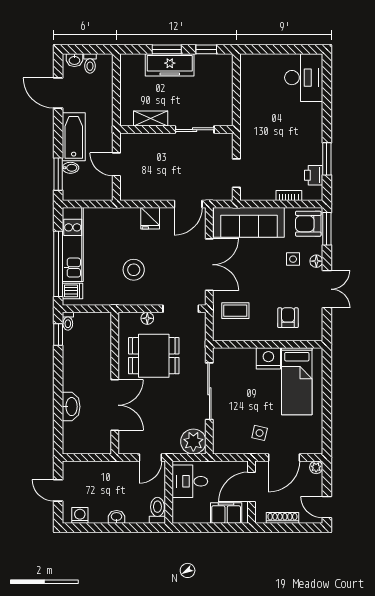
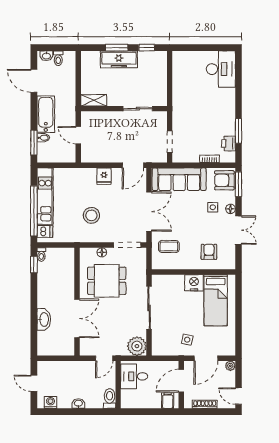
shelving: (151, 119) -> (94, 100), moved
filing cabinet: (226, 513) -> (168, 401), width x0.50

